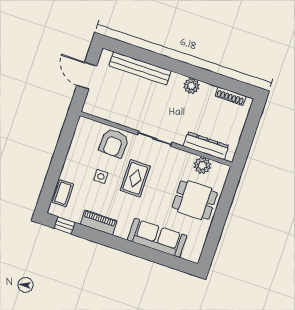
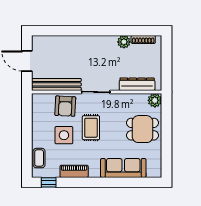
bench: (140, 68) -> (56, 84), moved
plant: (191, 86) -> (124, 42), moved
plant: (202, 166) -> (155, 100), moved
side table: (101, 176) -> (64, 135), width x1.87, depth x1.87

